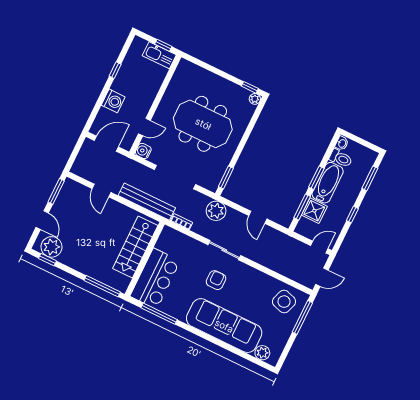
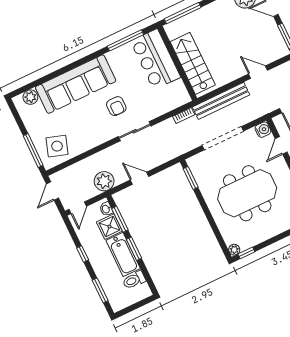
washbasin: (342, 143) -> (106, 209), moved
plant: (216, 211) -> (104, 181), moved

